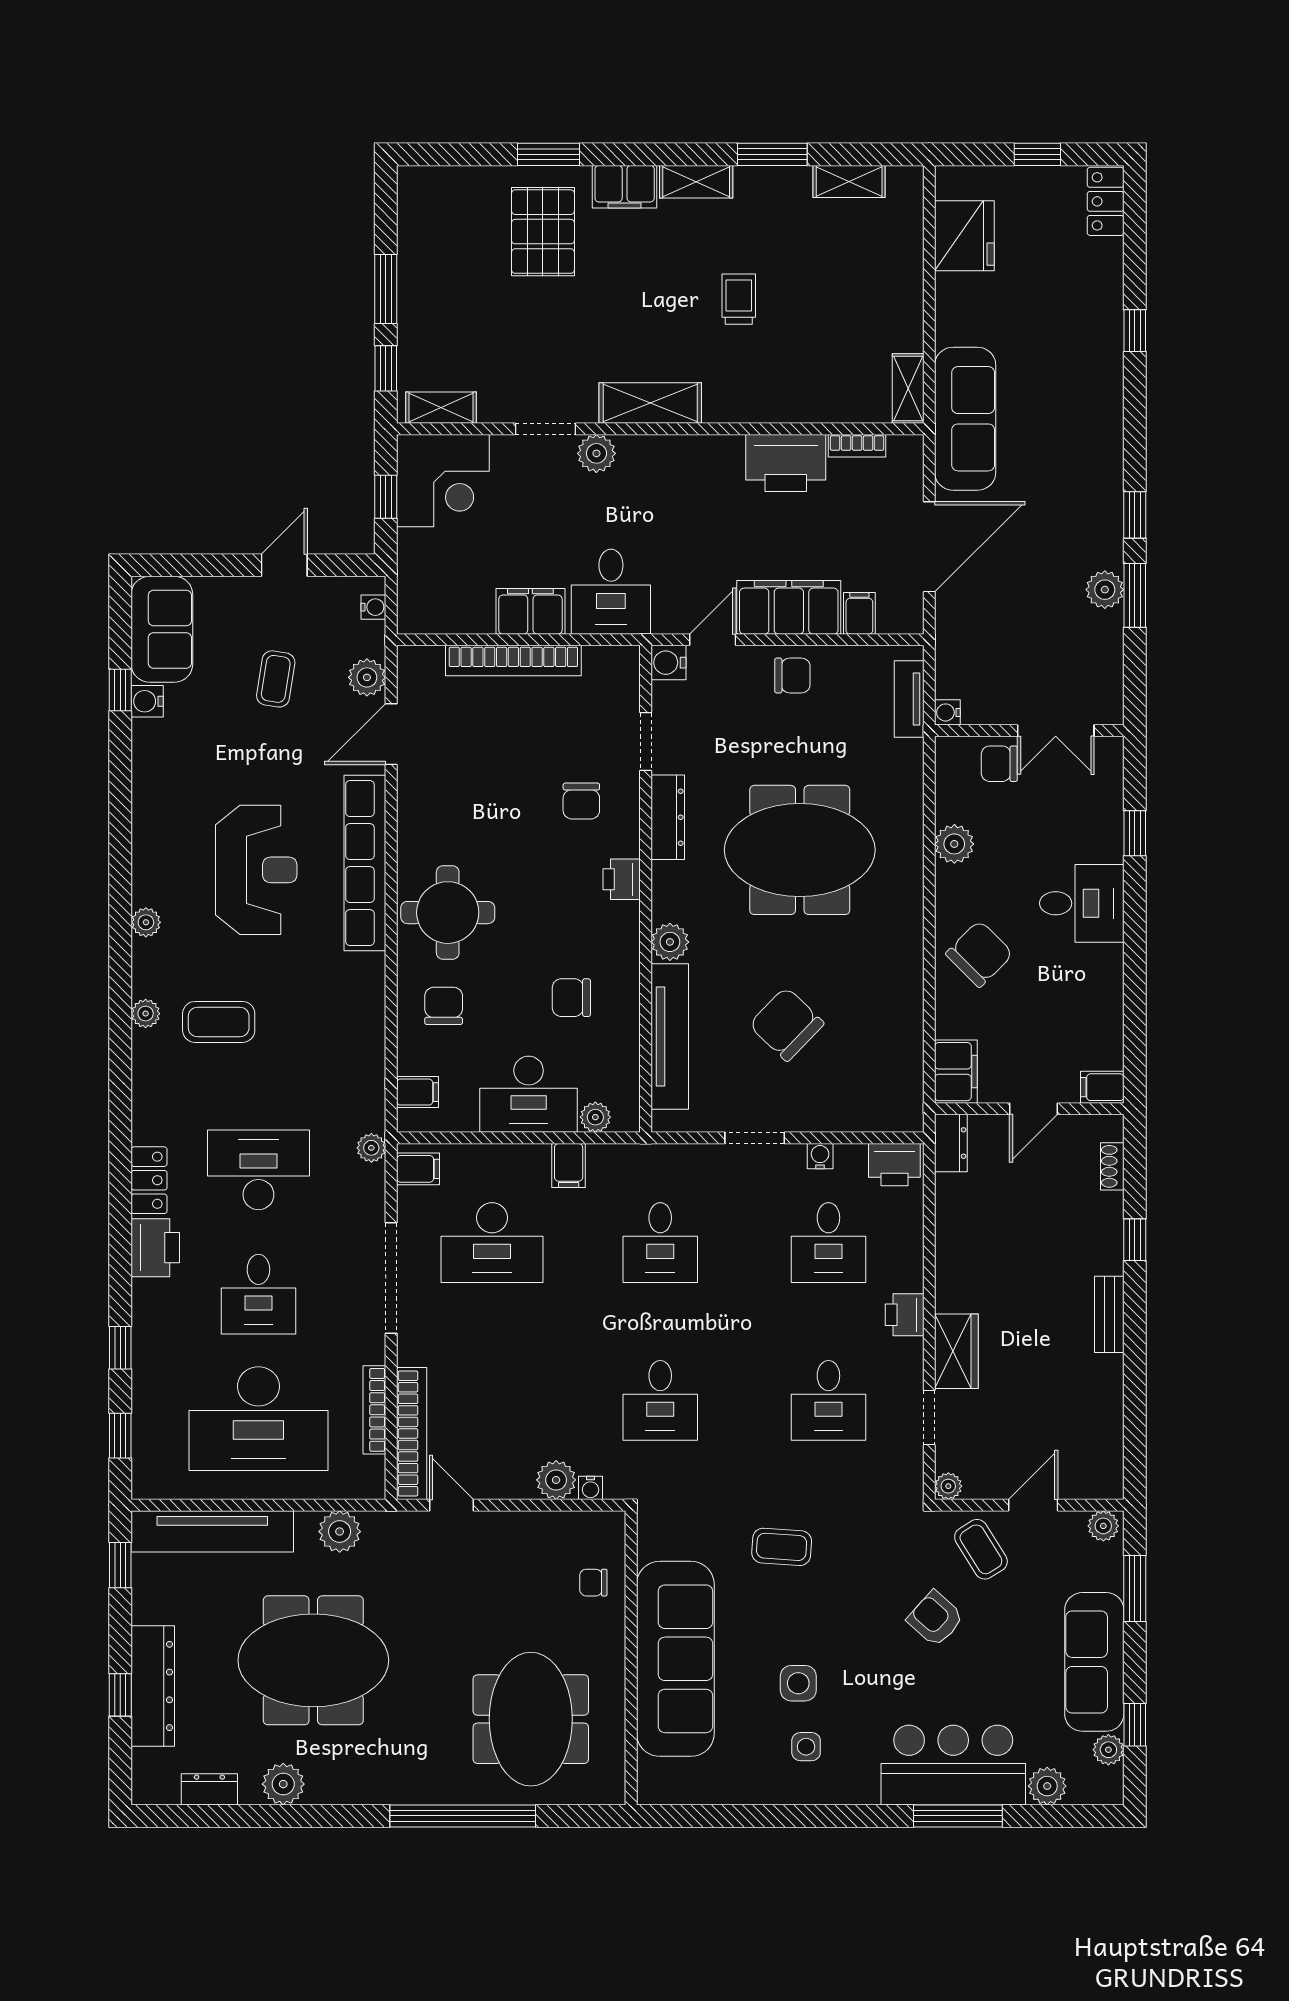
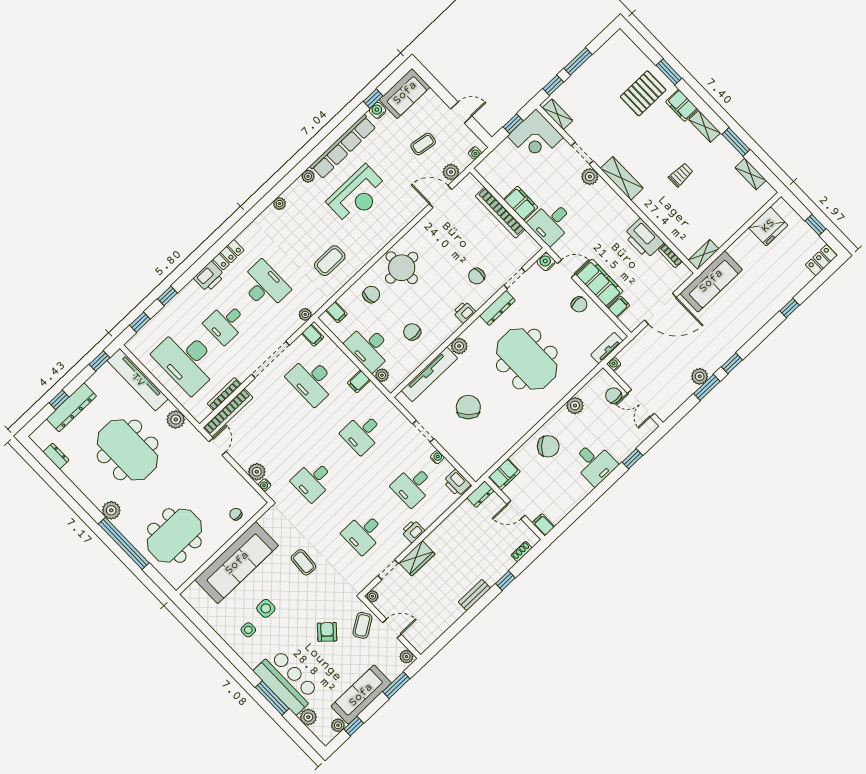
row of seats: (365, 863) -> (343, 147), moved, turned 180
coffee table: (219, 1022) -> (330, 261), moved, turned 90
plant: (283, 1784) -> (111, 510), moved

